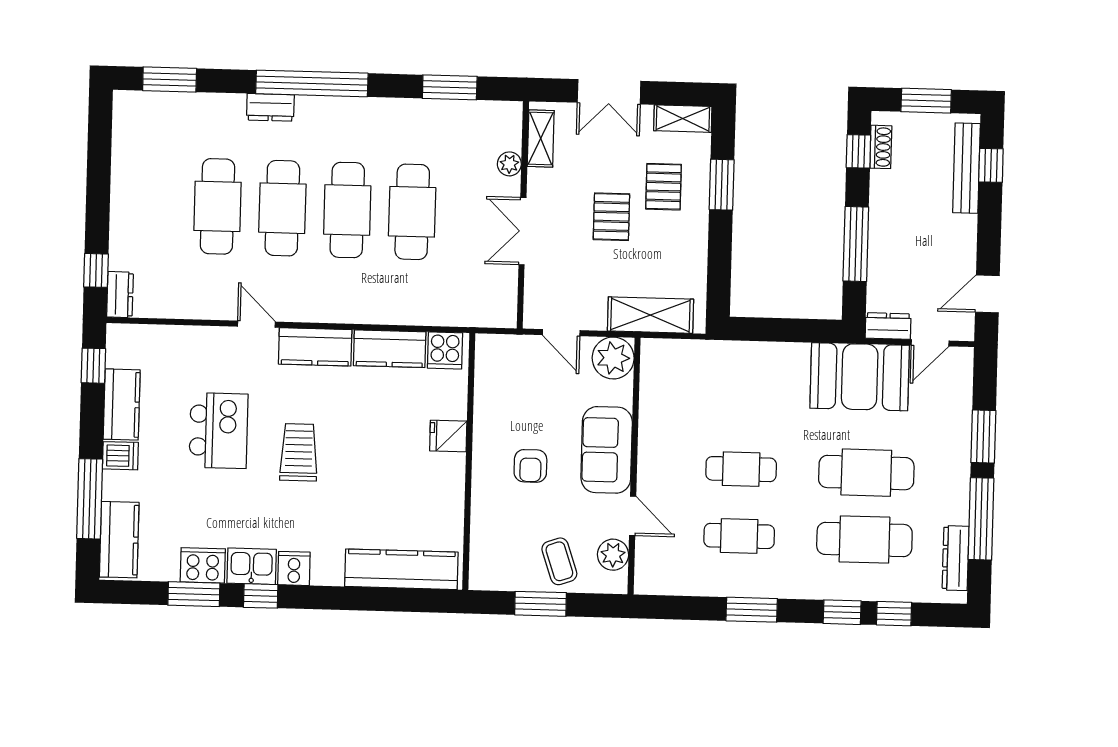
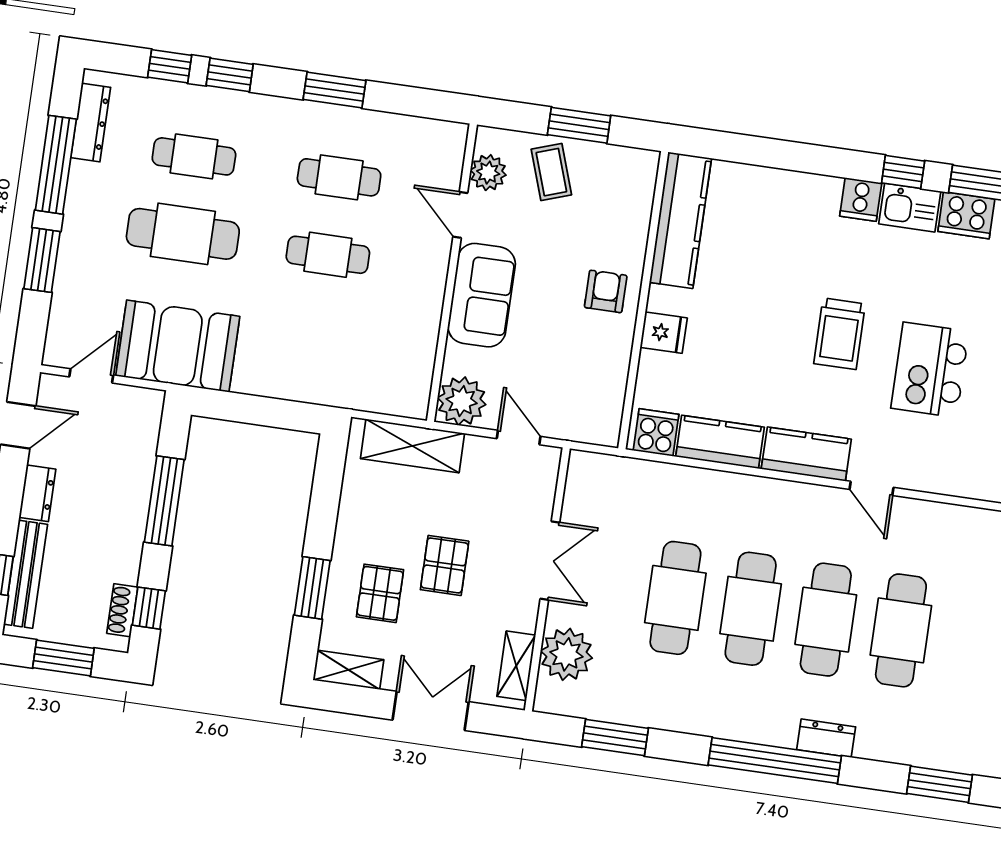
plant: (509, 164) -> (566, 654), width x1.87, depth x1.87
dresser: (888, 326) -> (37, 493), moved, turned -90
armchair: (530, 466) -> (606, 291), moved
cafe table: (864, 539) -> (194, 156), width x0.73, depth x0.74
kitchen counter: (401, 569) -> (680, 220), moved, turned -90

